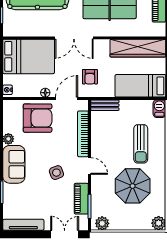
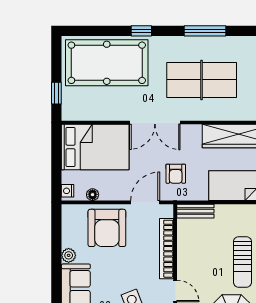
floor lamp: (45, 93) -> (93, 195), moved
armchair: (38, 118) -> (107, 228), turned 90

